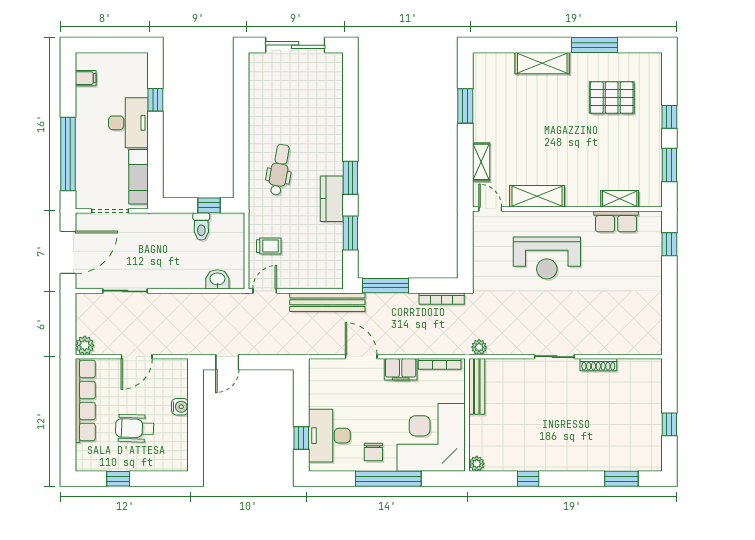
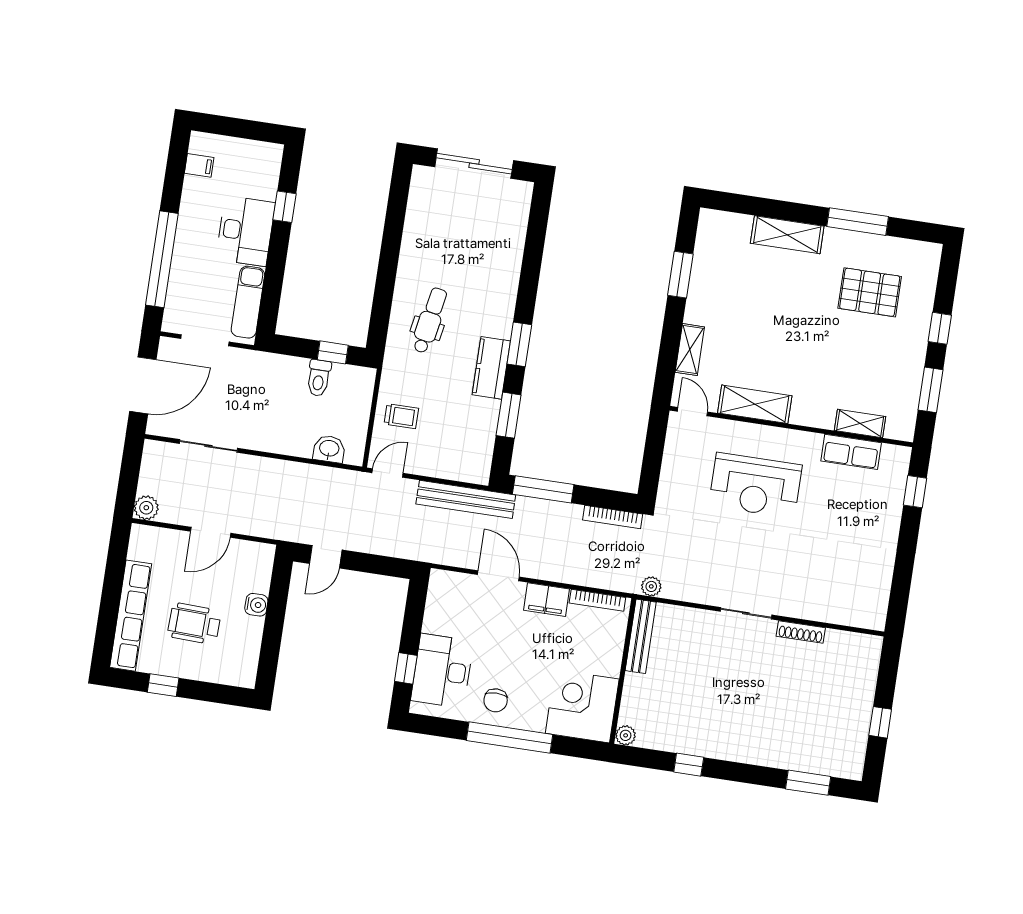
row of seats: (85, 400) -> (131, 616), moved
corner desk: (431, 437) -> (582, 706), width x0.74, depth x0.74

